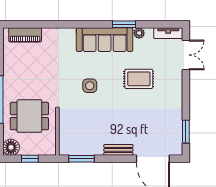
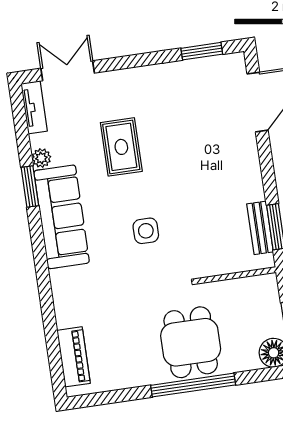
dining table: (29, 116) -> (191, 342), moved
bench: (118, 150) -> (260, 228), moved

